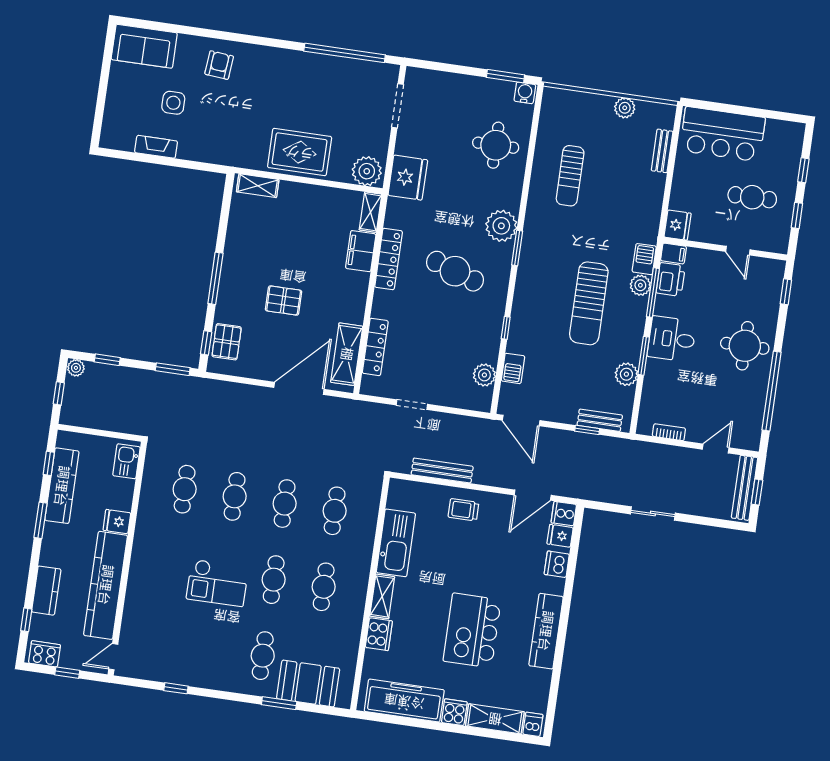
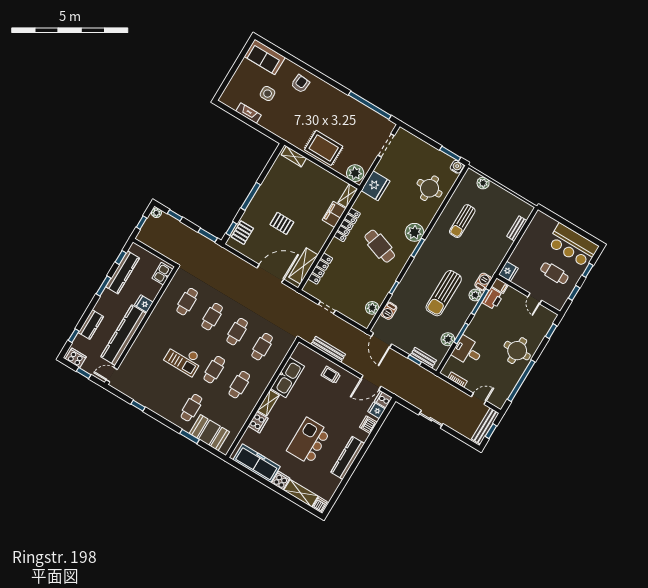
plant: (625, 108) -> (483, 183), moved
bar counter: (723, 134) -> (573, 245), moved
desk: (672, 339) -> (468, 351), moved

